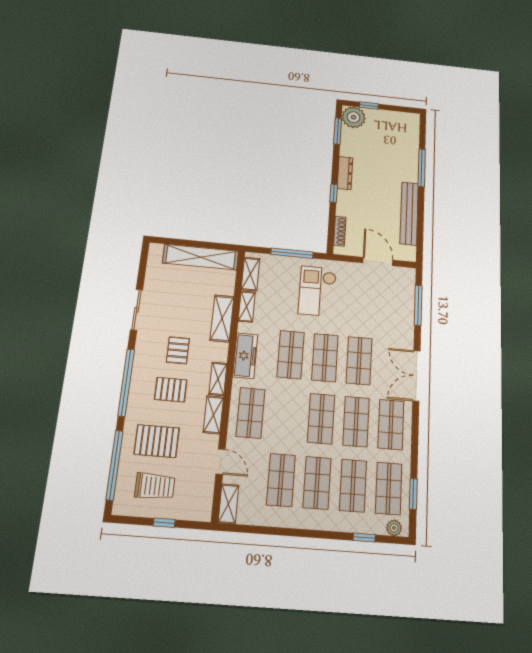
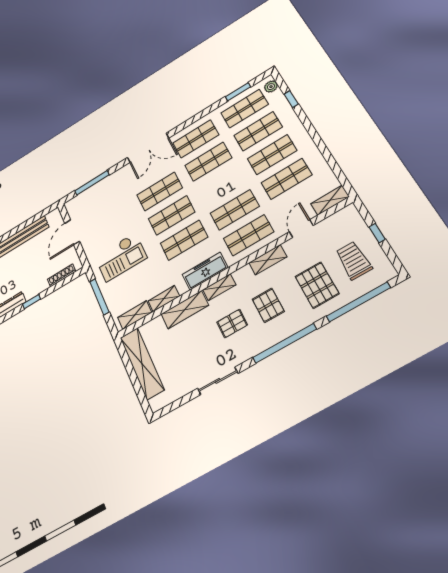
shelving: (218, 379) -> (219, 287), moved
shop shelf: (321, 419) -> (235, 210), moved

